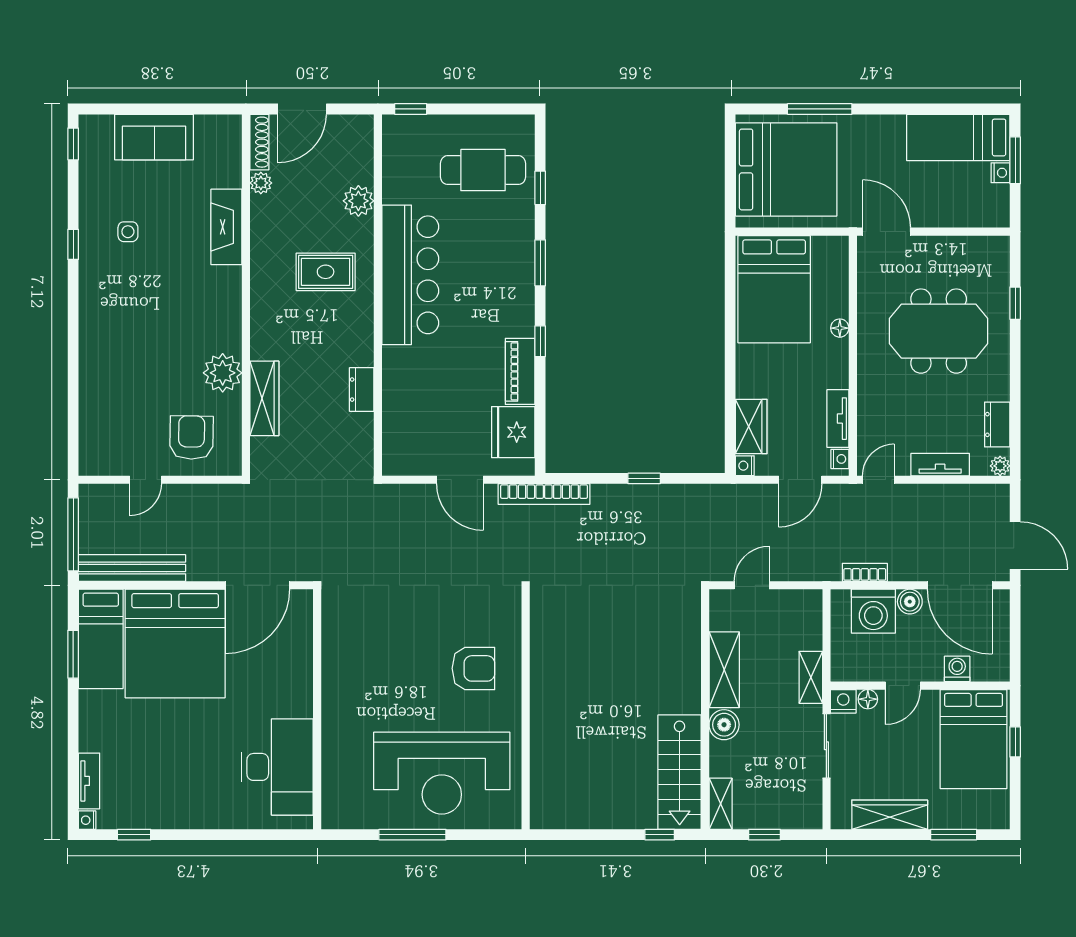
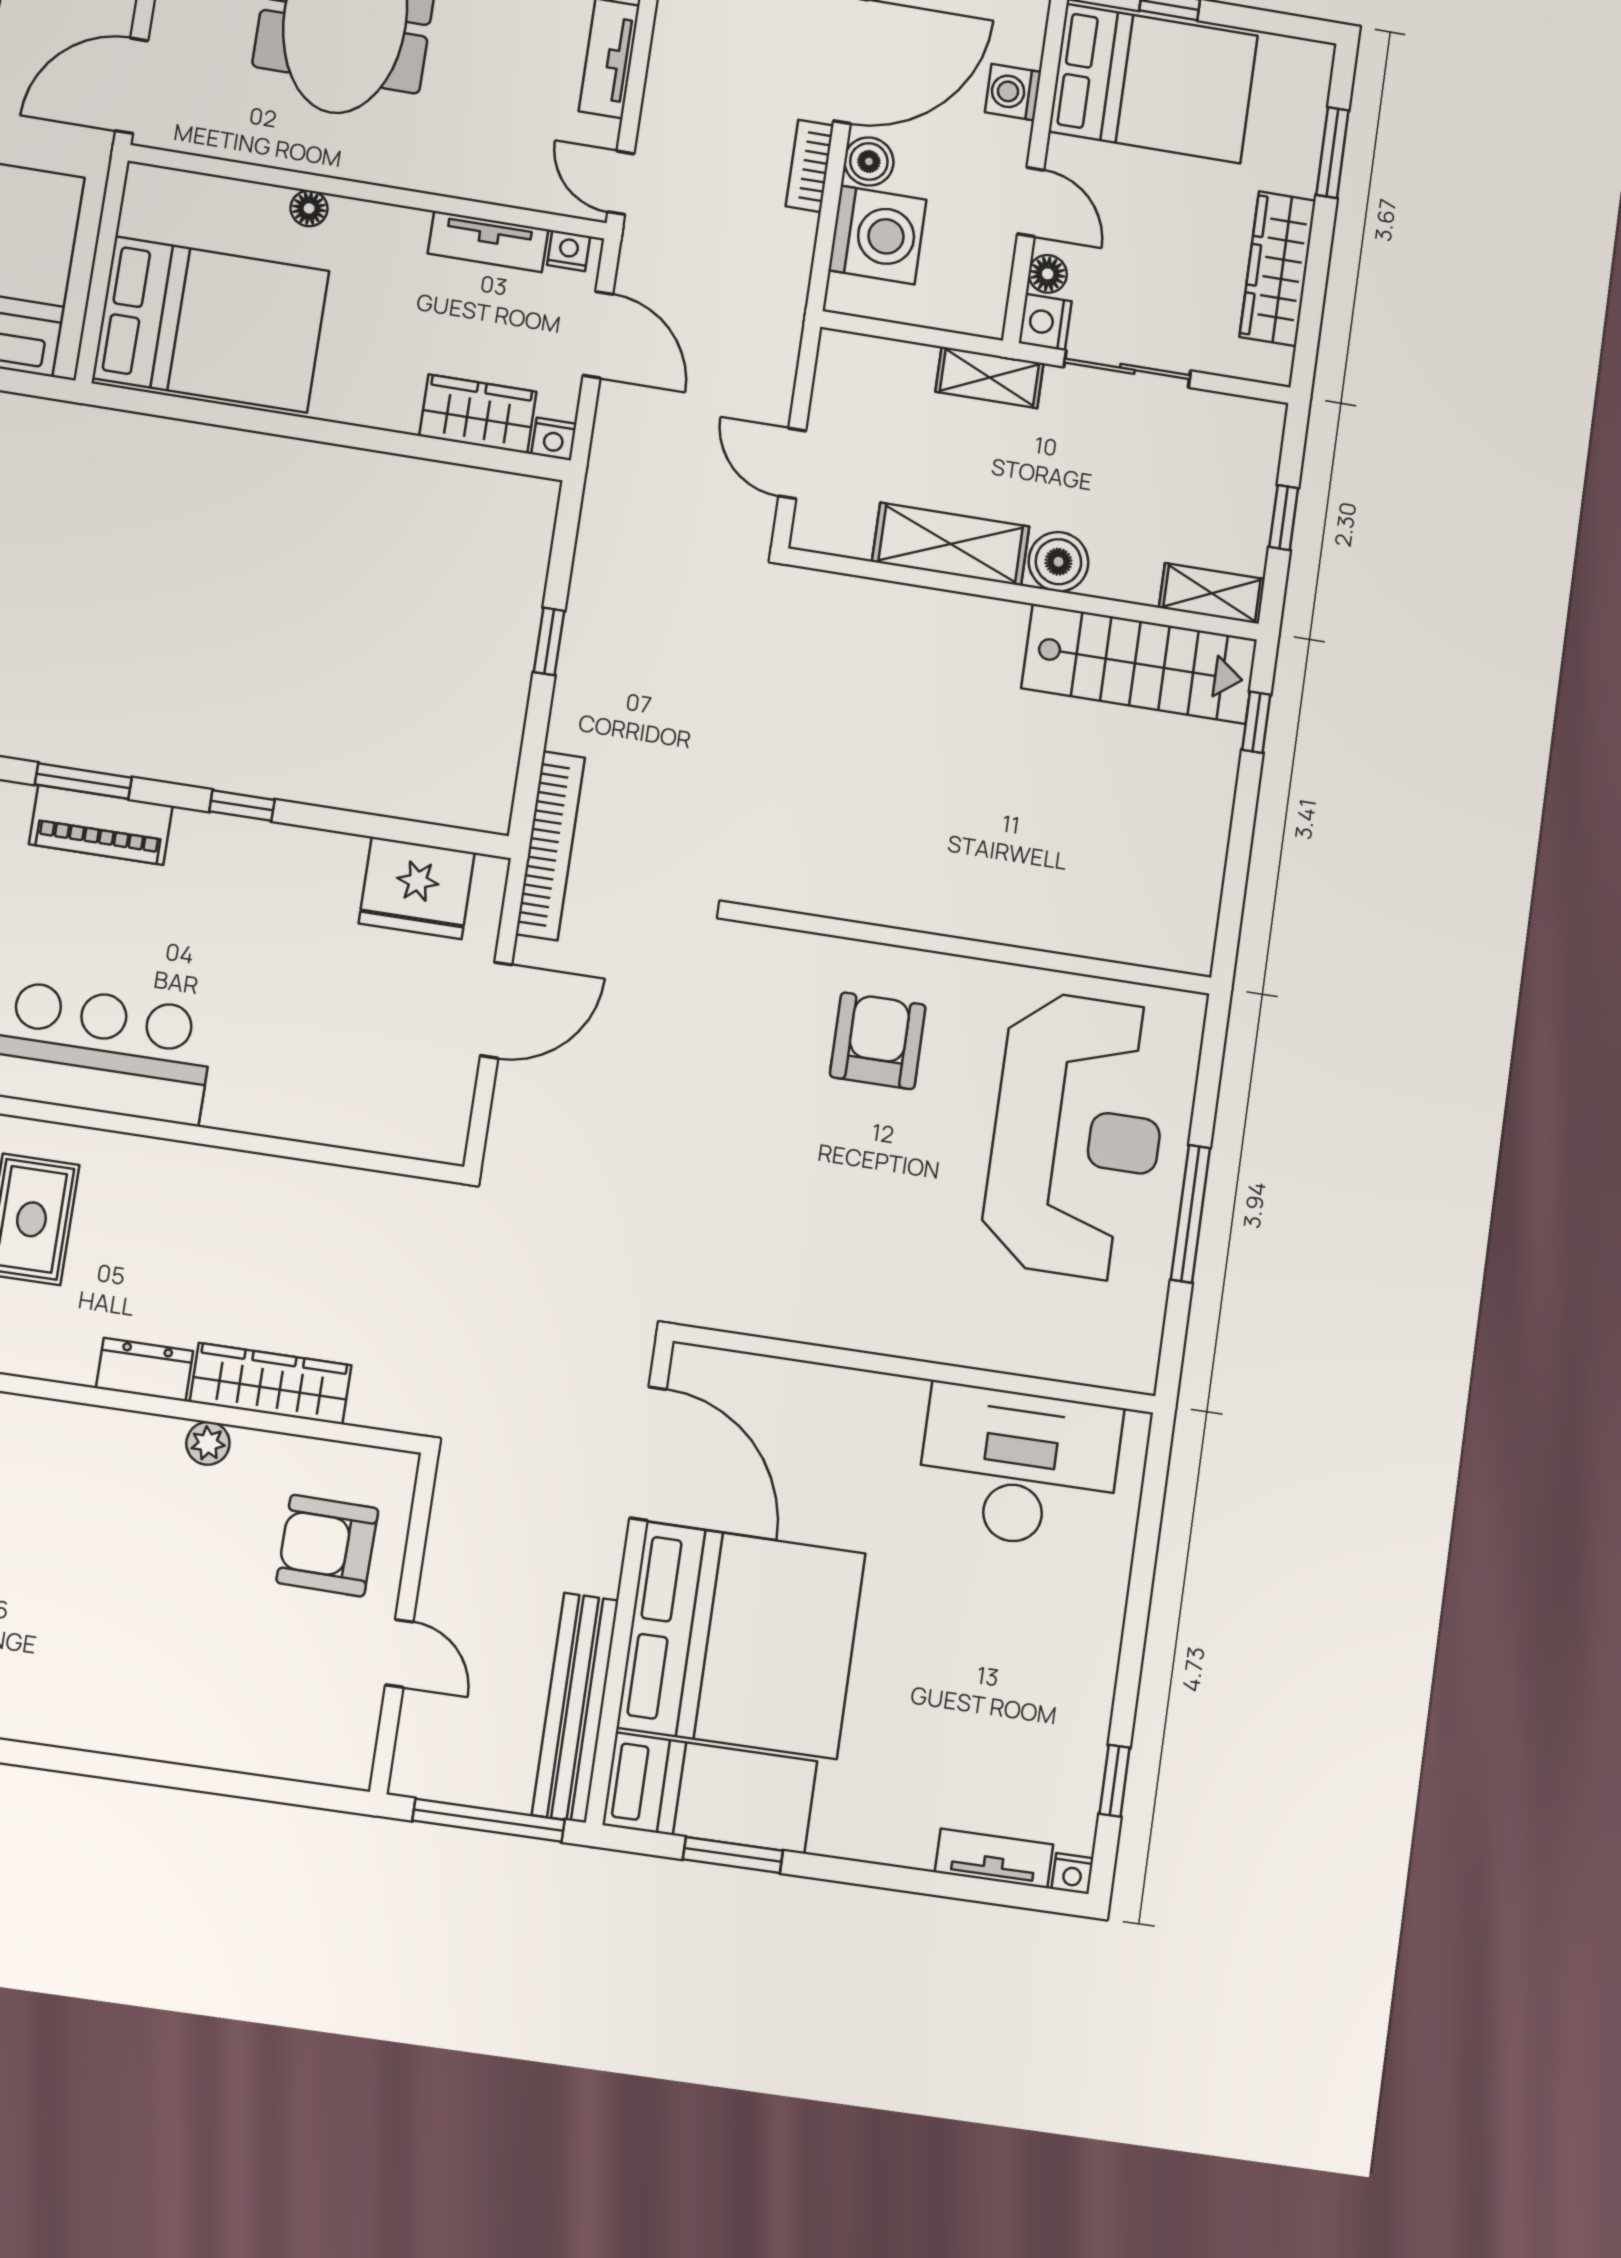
piano: (520, 371) -> (101, 825), moved
plant: (223, 373) -> (208, 1443), width x0.53, depth x0.53
dresser: (362, 390) -> (145, 1370), moved, turned 180
bookcase: (865, 572) -> (810, 166), moved

